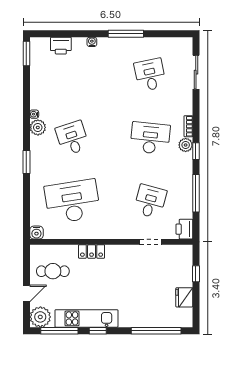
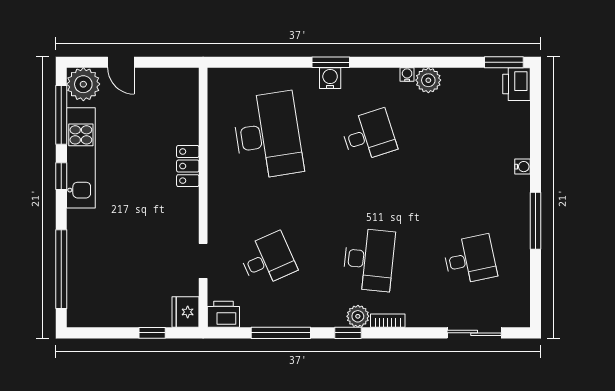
printer: (61, 46) -> (516, 84), moved
plant: (38, 127) -> (428, 80), moved
desk: (150, 201) -> (268, 260), turned -39
water cooler: (36, 233) -> (330, 78), moved, turned 90
cafe table: (53, 271) -> (156, 104), removed
fridge: (184, 297) -> (185, 312), moved, turned -90

